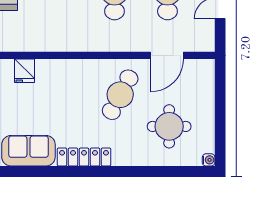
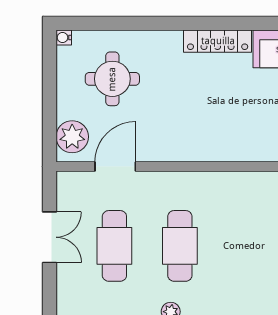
plant: (202, 80) -> (72, 137), added
cafe table: (120, 95) -> (173, 118), removed

